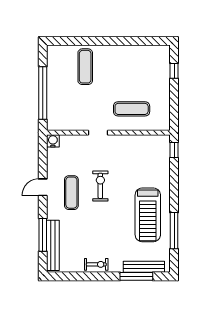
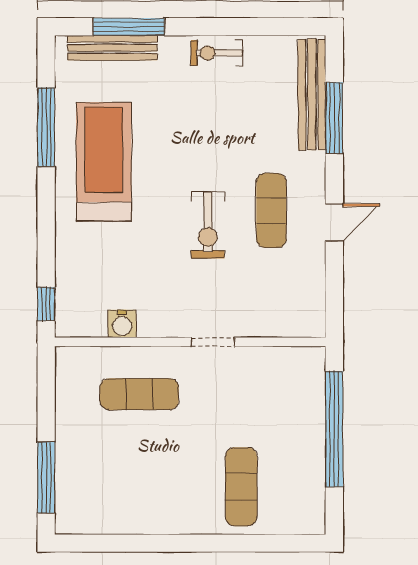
window: (174, 71) -> (46, 477), width x2.17
water cooler: (53, 141) -> (122, 324), moved

